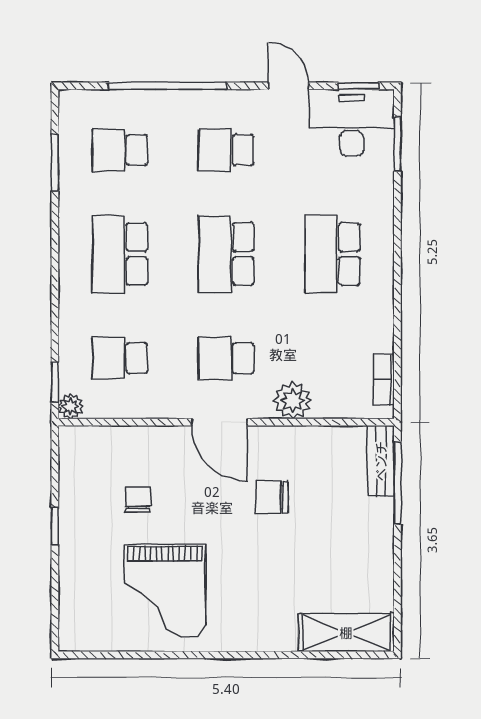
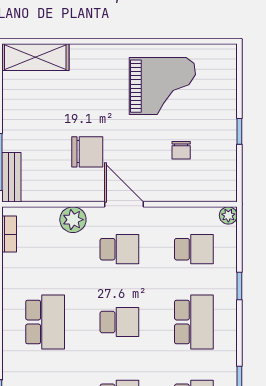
school desk: (226, 254) -> (119, 322), width x0.54
window: (55, 382) -> (239, 286), moved
chair: (272, 497) -> (87, 152), width x1.37, depth x1.37
grand piano: (165, 591) -> (162, 86), turned 90

